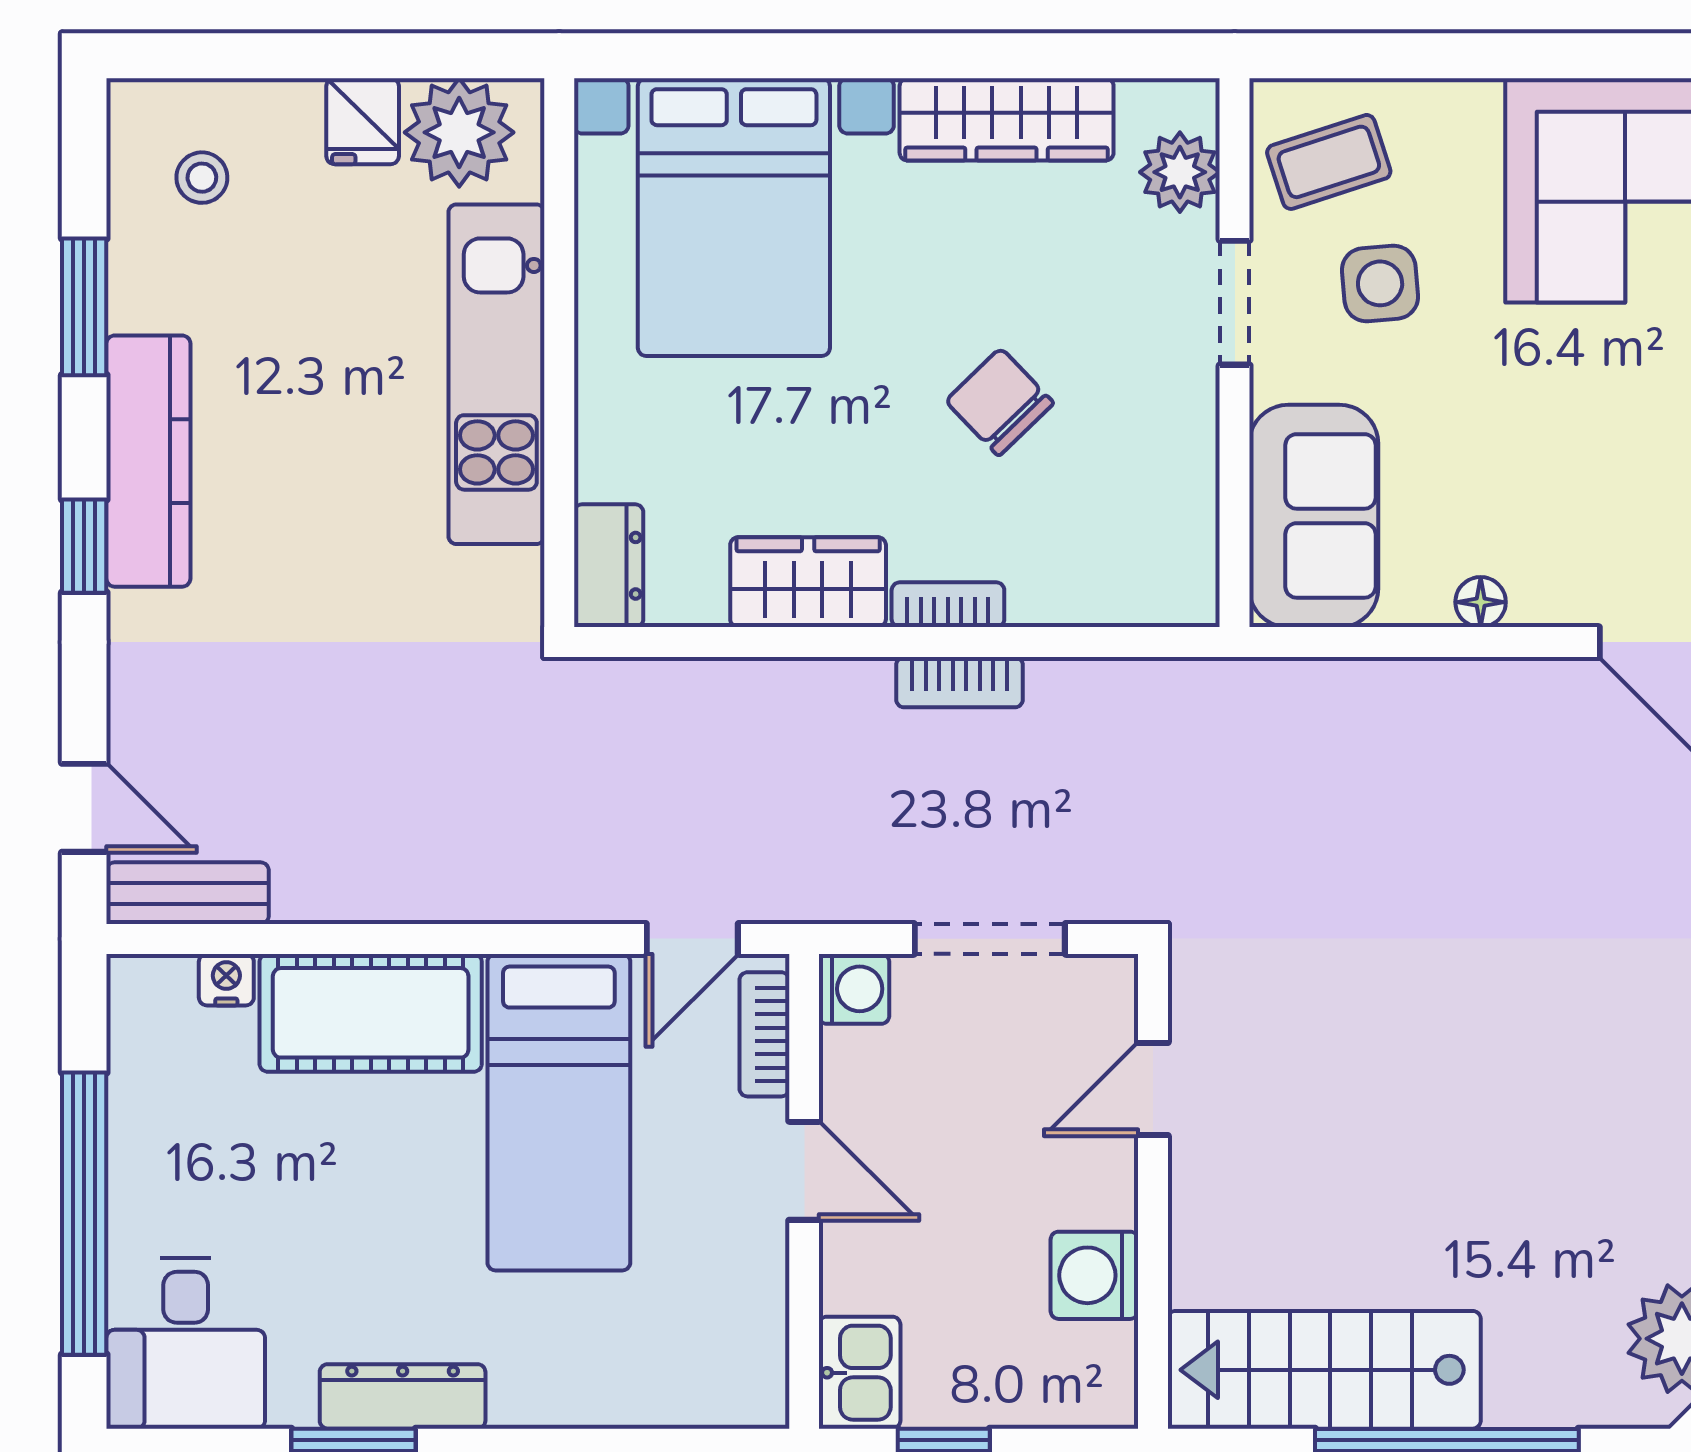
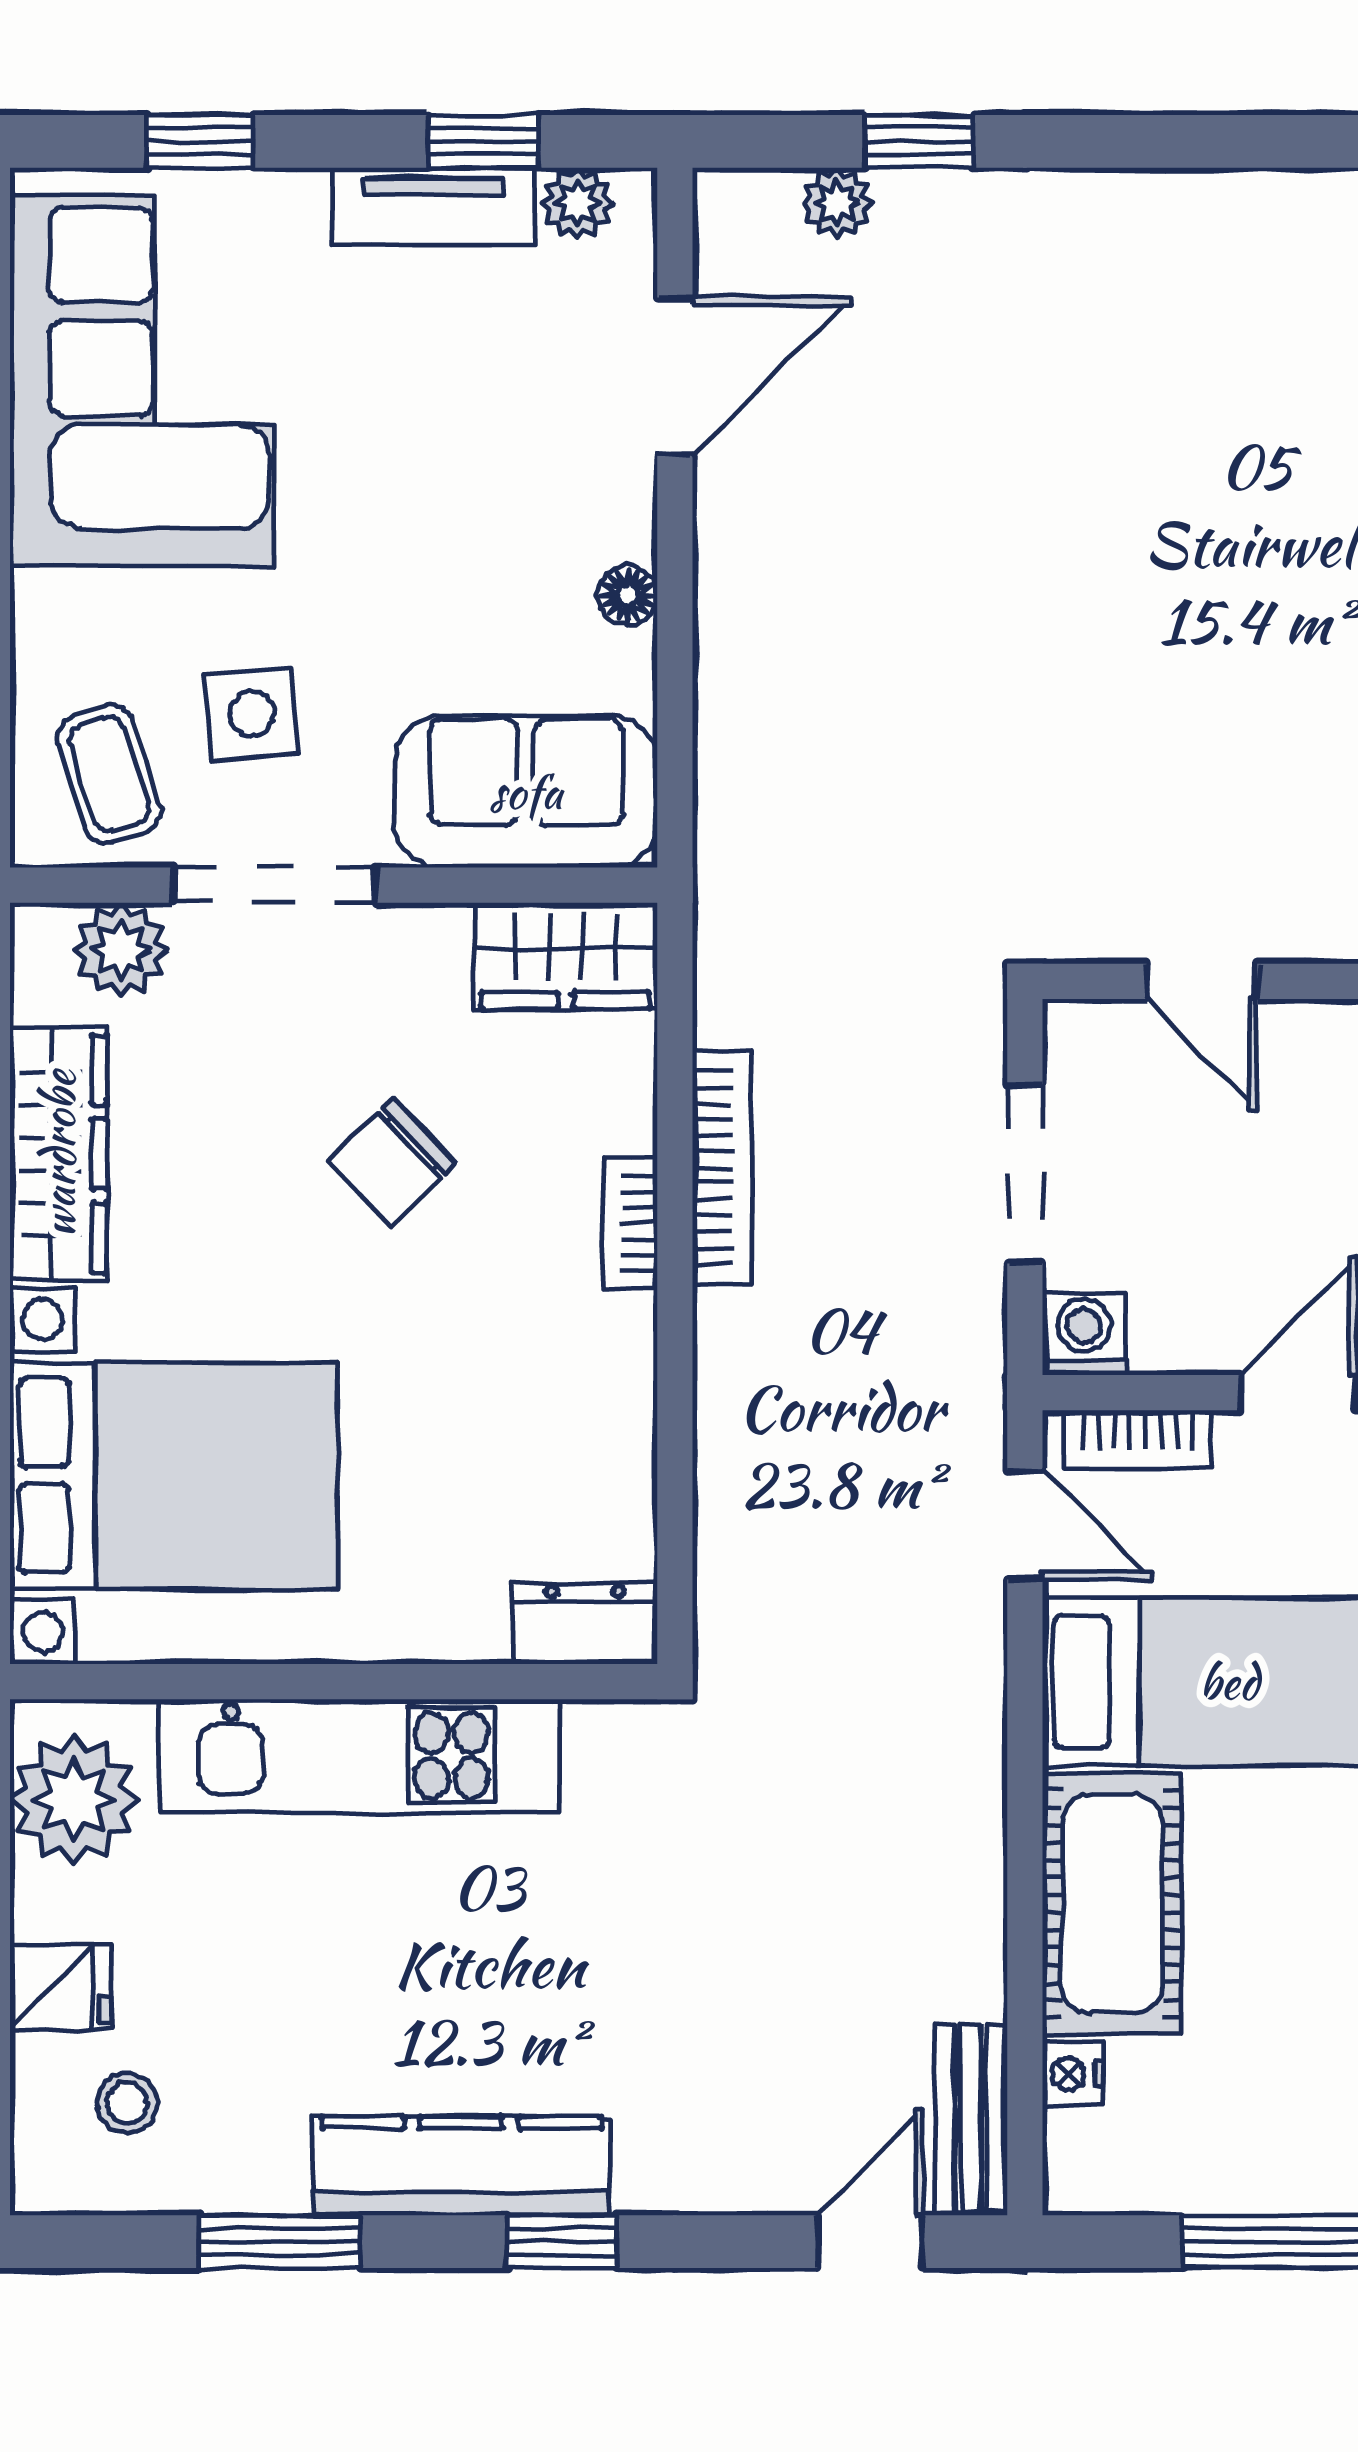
fridge: (363, 121) -> (61, 1987), moved
doorway: (1235, 303) -> (275, 885), width x1.38
wardrobe: (808, 582) -> (566, 956), moved, turned -90
bookcase: (960, 682) -> (722, 1168), width x1.56

